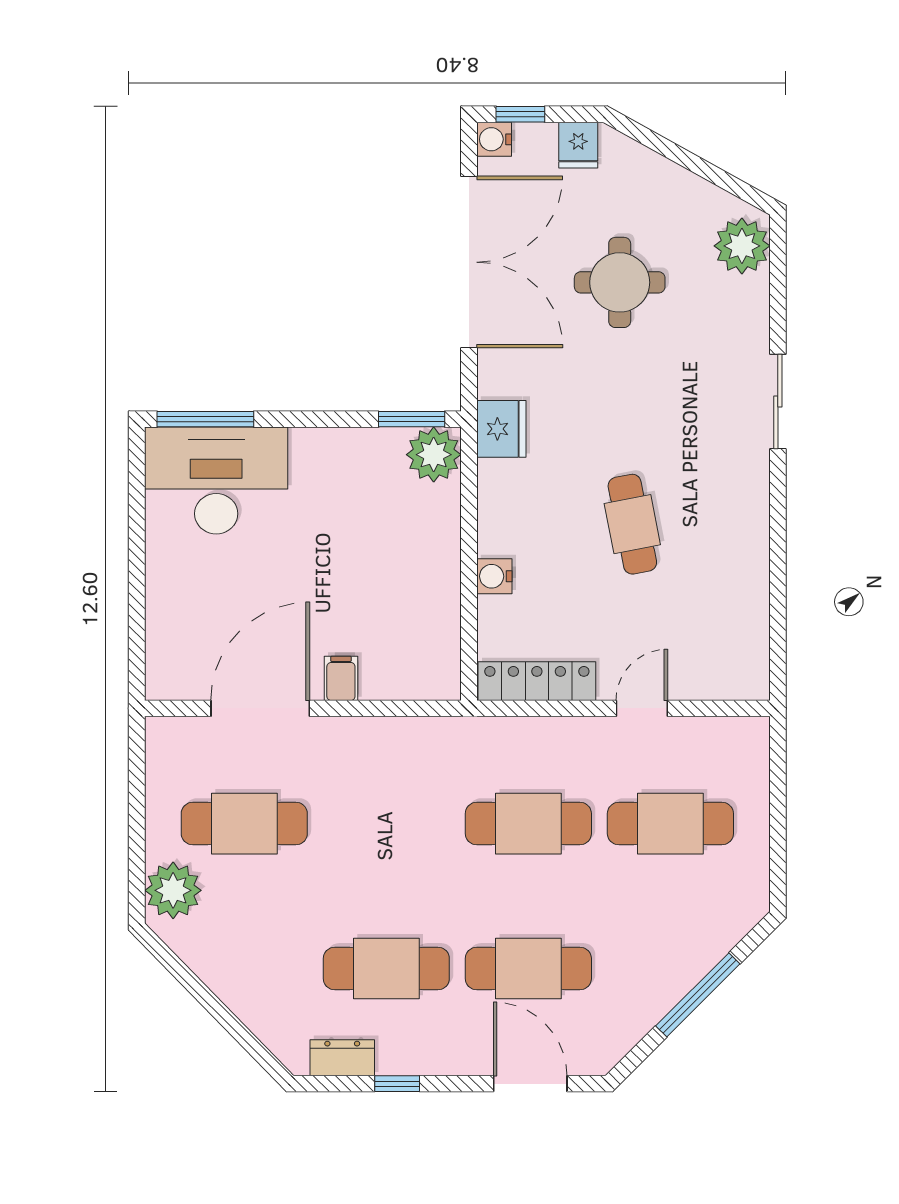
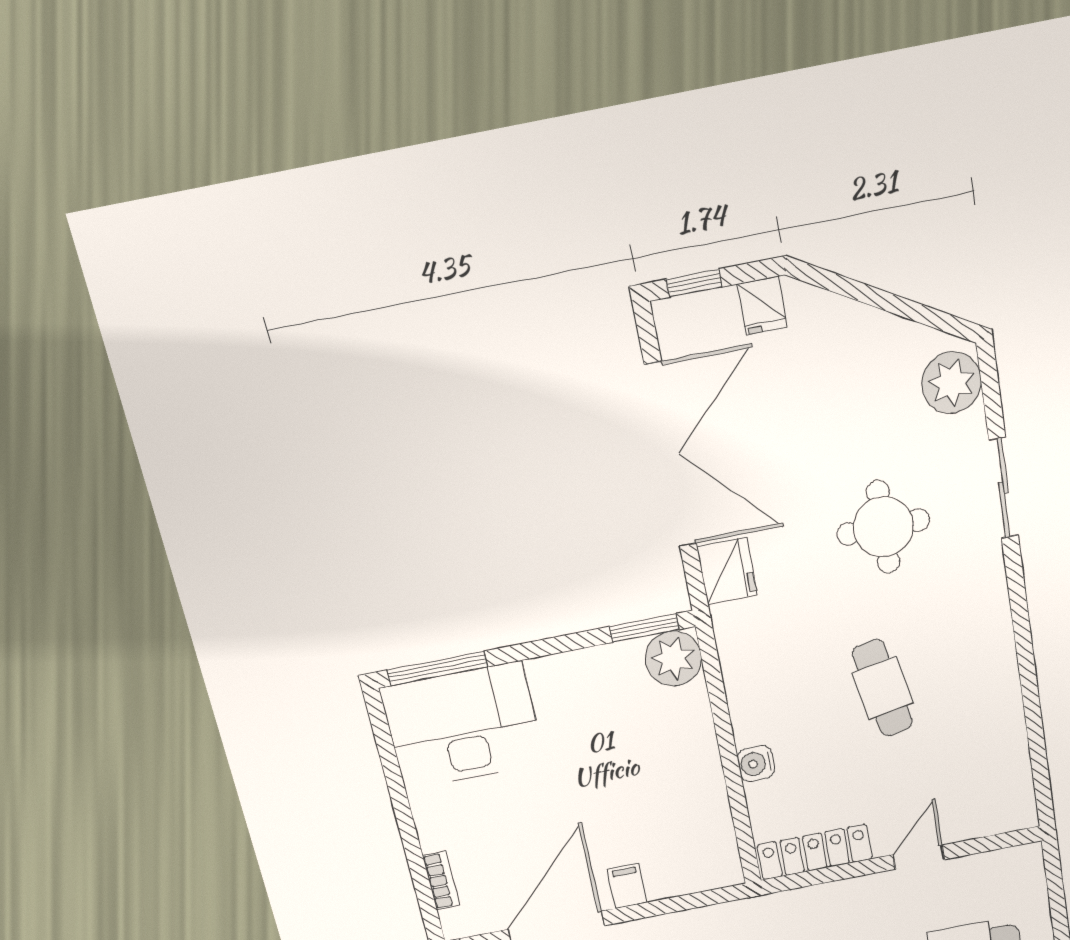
water cooler: (494, 139) -> (671, 317), removed
round table: (620, 282) -> (883, 527), moved
sliding door: (778, 402) -> (1004, 488), moved
fridge: (501, 429) -> (727, 571), moved
bookcase: (157, 634) -> (441, 880), added

